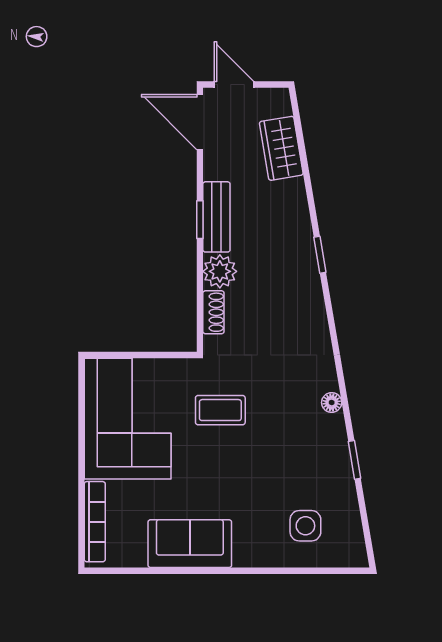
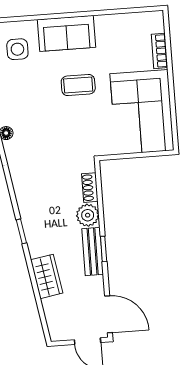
wardrobe: (281, 148) -> (47, 276), moved
coffee table: (220, 410) -> (78, 85), moved
bookcase: (95, 522) -> (160, 51), width x0.64
sofa: (190, 544) -> (66, 33), moved

